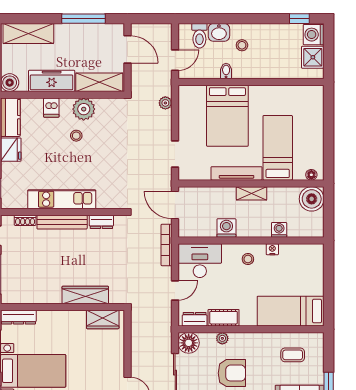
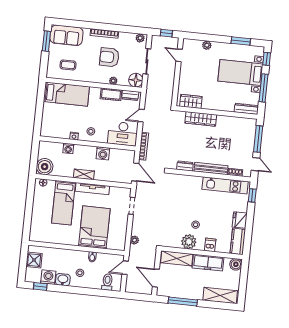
washbasin: (219, 32) -> (63, 280), moved
washing machine: (314, 35) -> (48, 277), moved, turned -90
kitchen unit: (62, 199) -> (225, 185), moved

